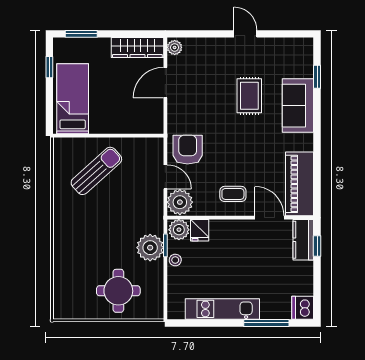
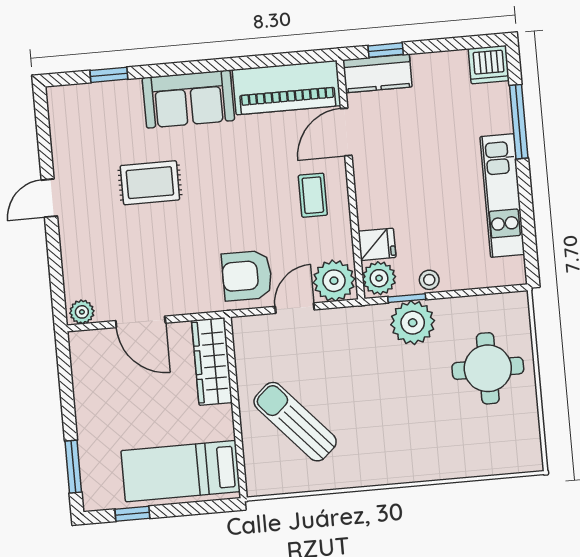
wardrobe: (137, 48) -> (212, 361), moved, turned 180
sofa: (298, 106) -> (188, 99), moved

